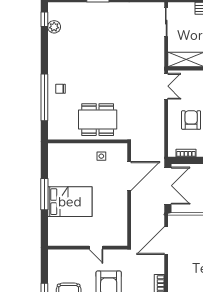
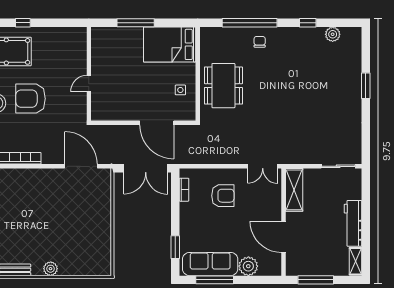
window: (44, 19) -> (308, 23), moved
bed: (70, 202) -> (170, 44), moved, turned 90
wall: (88, 248) -> (89, 74), moved
door: (96, 248) -> (89, 84), moved

